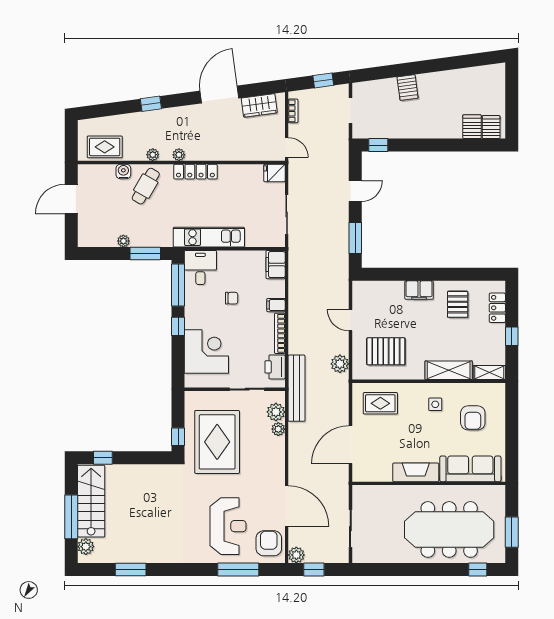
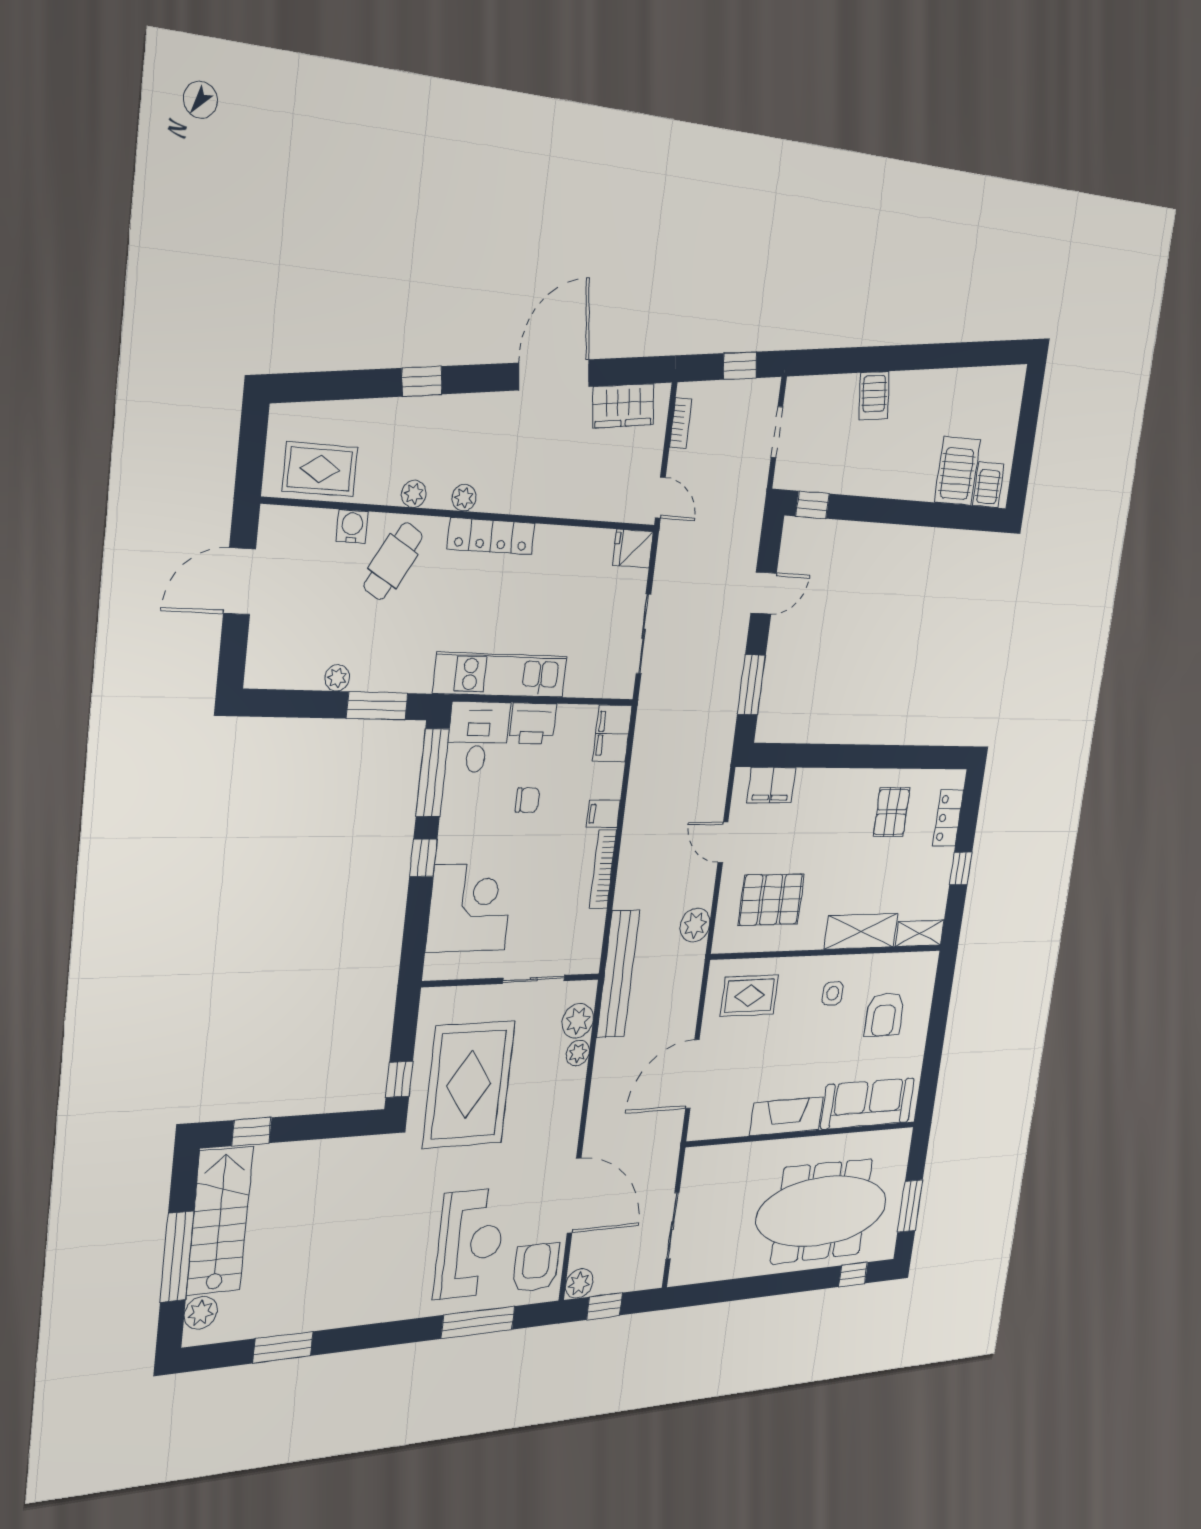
server rack: (472, 127) -> (957, 471), width x1.36, depth x1.44
filing cabinet: (419, 290) -> (771, 785), moved
printer: (275, 367) -> (533, 723), moved, turned -90

